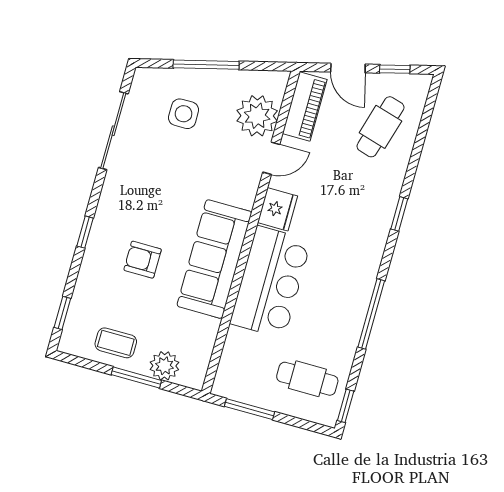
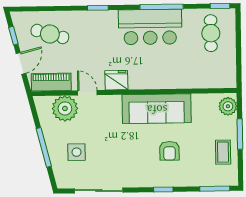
bar counter: (270, 282) -> (150, 27), moved, turned 180
window: (62, 313) -> (215, 189), width x1.50
plant: (164, 366) -> (228, 106), moved
window: (250, 409) -> (239, 62), removed

